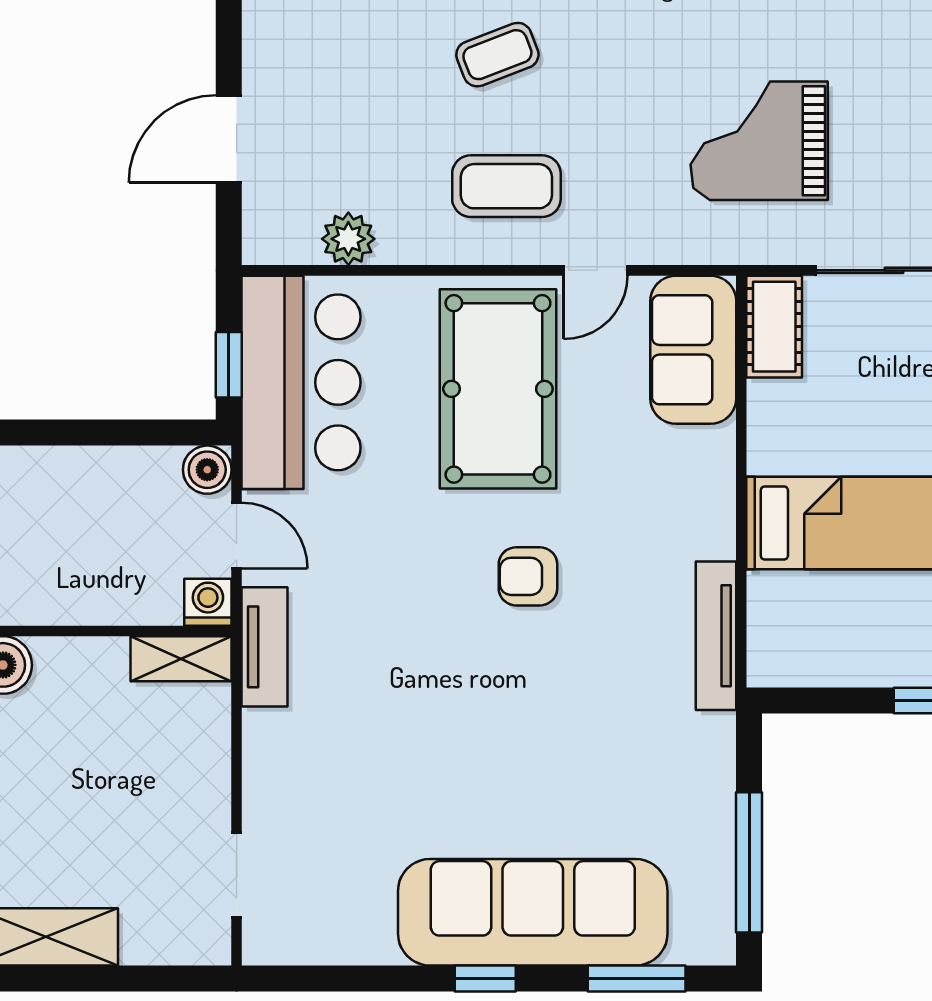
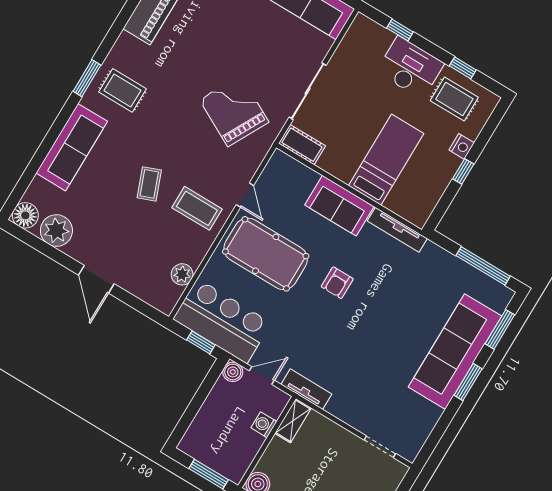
door: (229, 139) -> (96, 279), moved
grand piano: (759, 141) -> (234, 111), turned 118
coffee table: (506, 186) -> (197, 208), turned 90
sofa: (693, 350) -> (339, 206), moved
washing machine: (208, 602) -> (264, 425), moved
window: (485, 979) -> (468, 382), width x1.50

